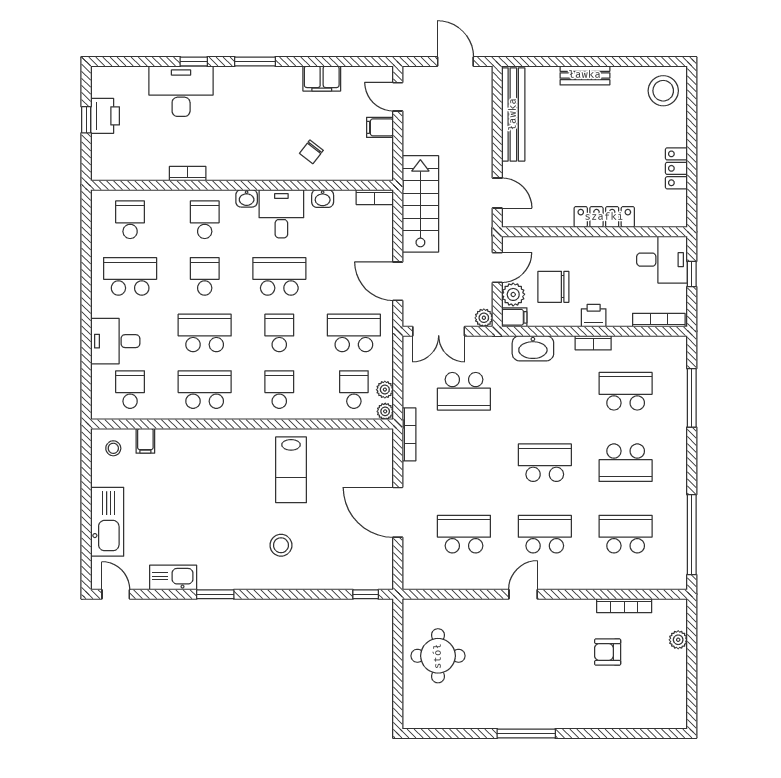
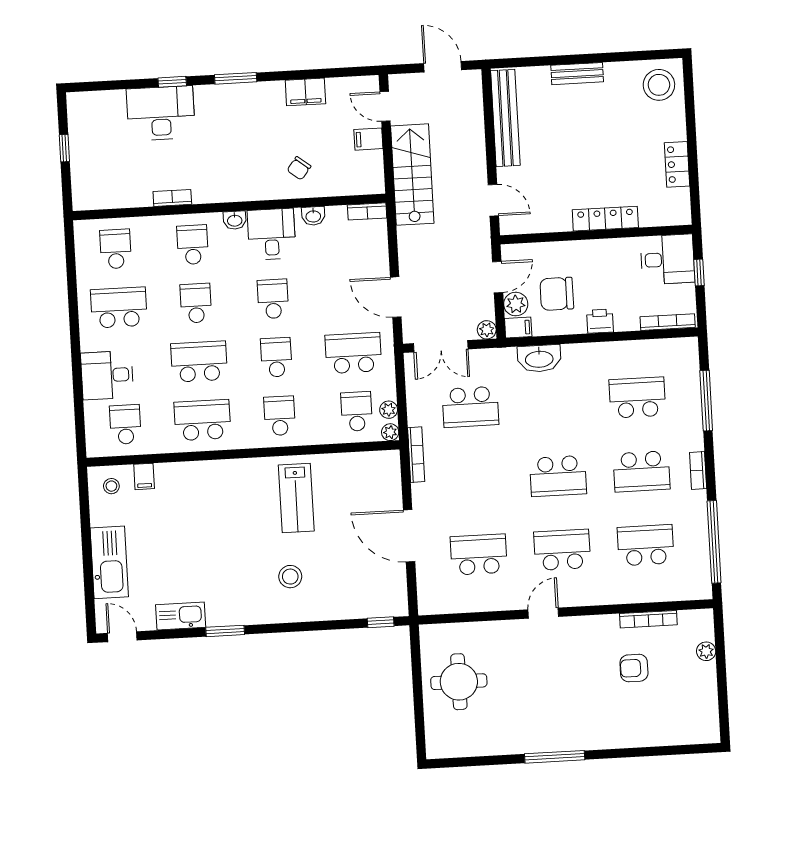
printer: (105, 116) -> (84, 143), removed
stairs: (420, 204) -> (412, 175), moved
school desk: (279, 276) -> (273, 299), width x0.54
bookcase: (593, 343) -> (698, 471), moved, turned 90
school desk: (545, 463) -> (558, 476), turned 180

